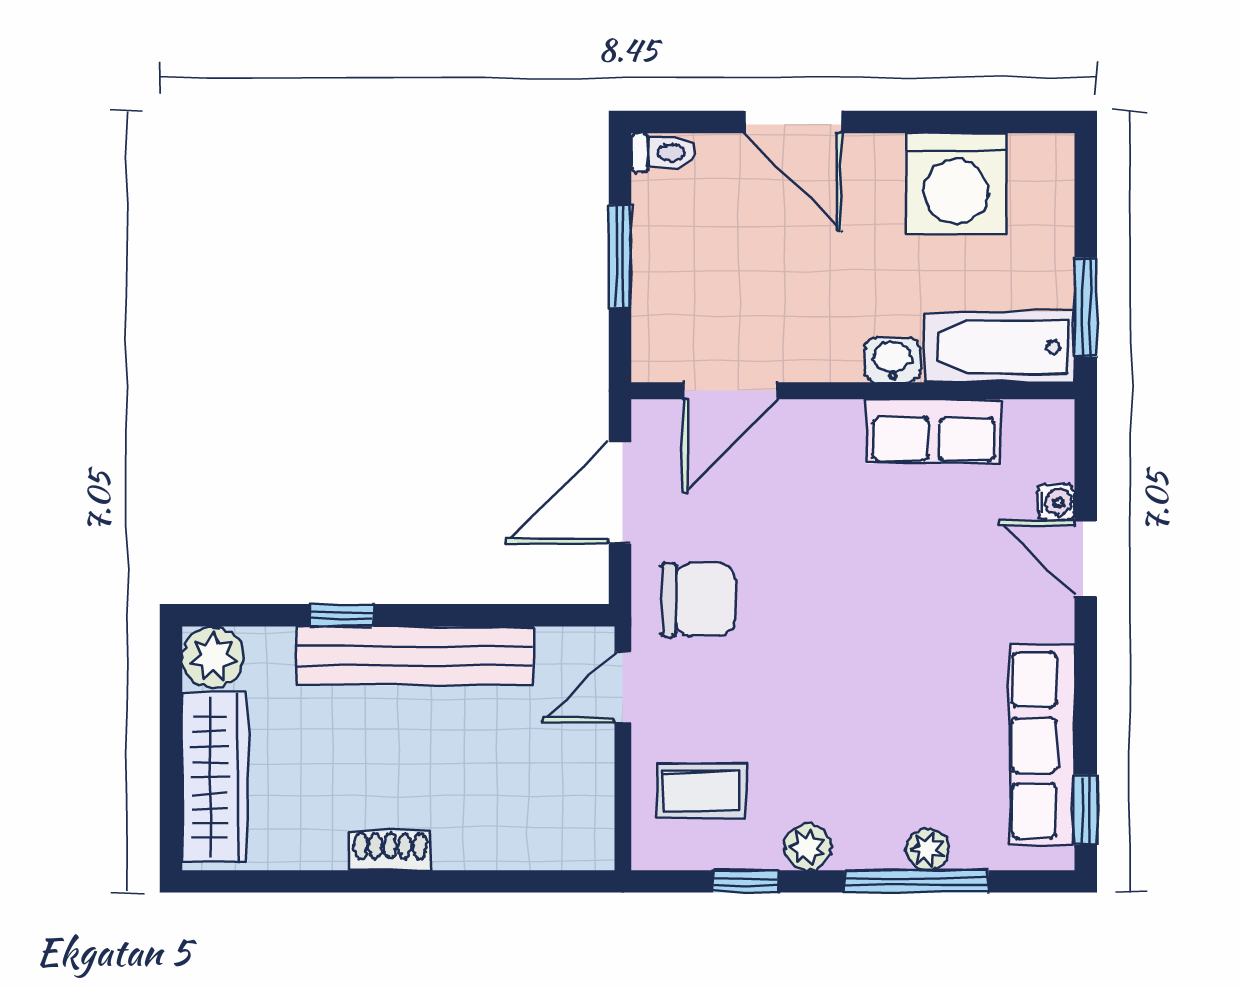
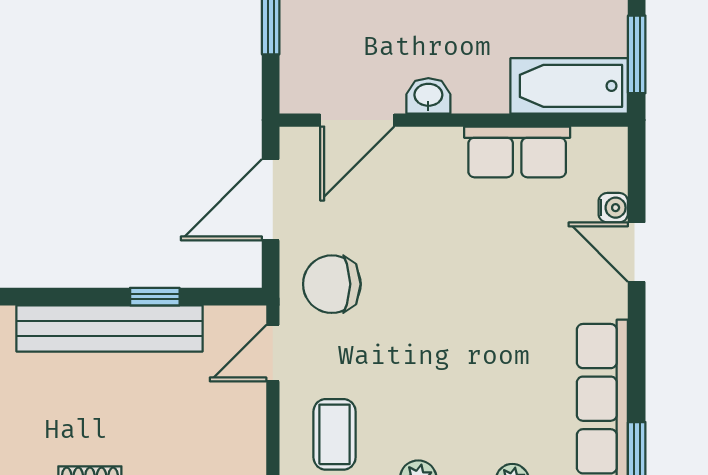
washbasin: (893, 360) -> (428, 96), moved
chair: (698, 600) -> (332, 284), turned 180
window: (342, 615) -> (155, 297), moved
coffee table: (701, 791) -> (335, 434), turned 90

